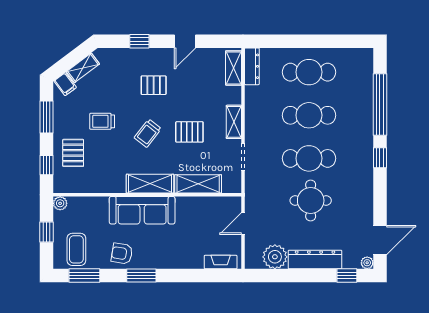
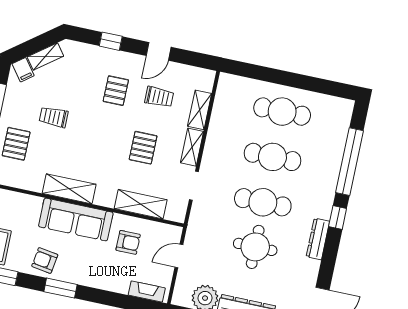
dresser: (252, 66) -> (318, 239), moved, turned 180
shelving: (234, 68) -> (200, 110), moved
pallet: (154, 85) -> (116, 91), turned 90
pallet: (189, 132) -> (143, 148), turned 90
trolley: (148, 133) -> (159, 97), moved, turned -128
shelving: (150, 184) -> (69, 189), moved
armchair: (194, 221) -> (128, 242), added

